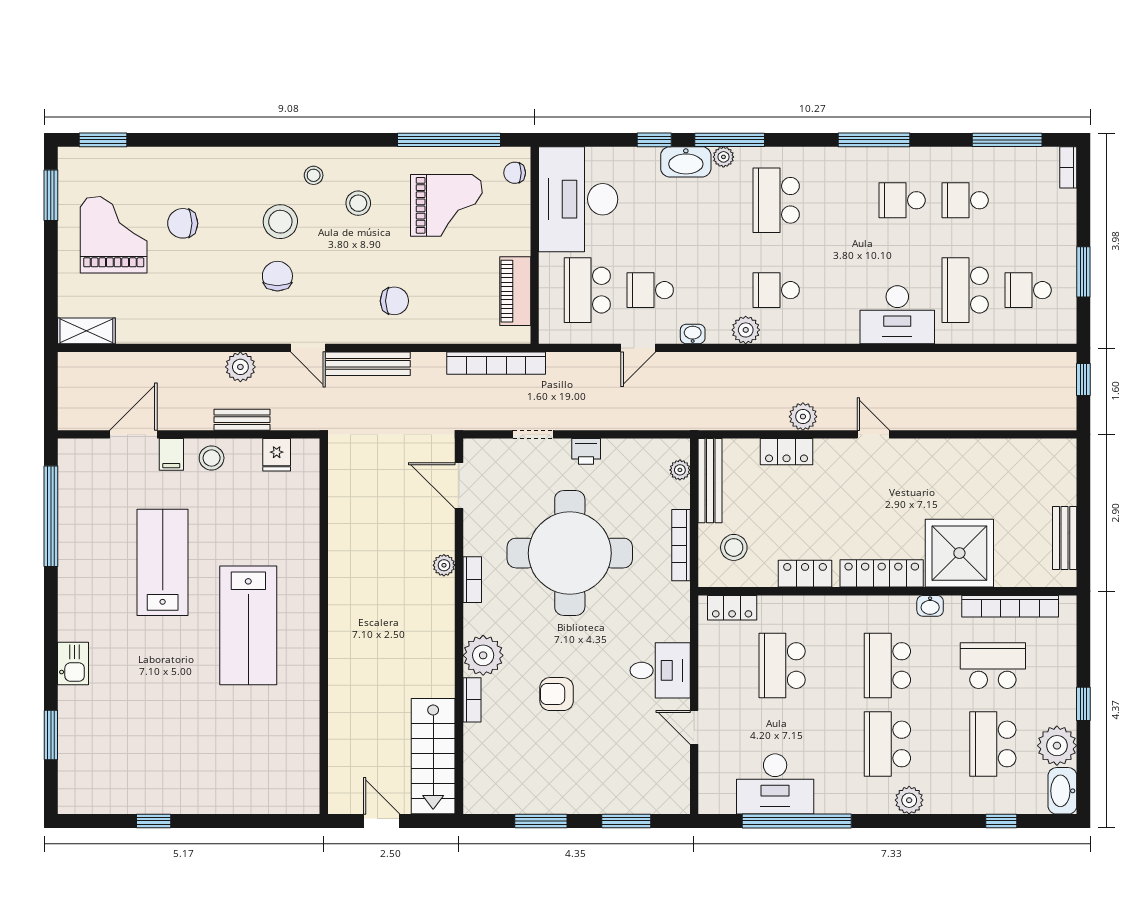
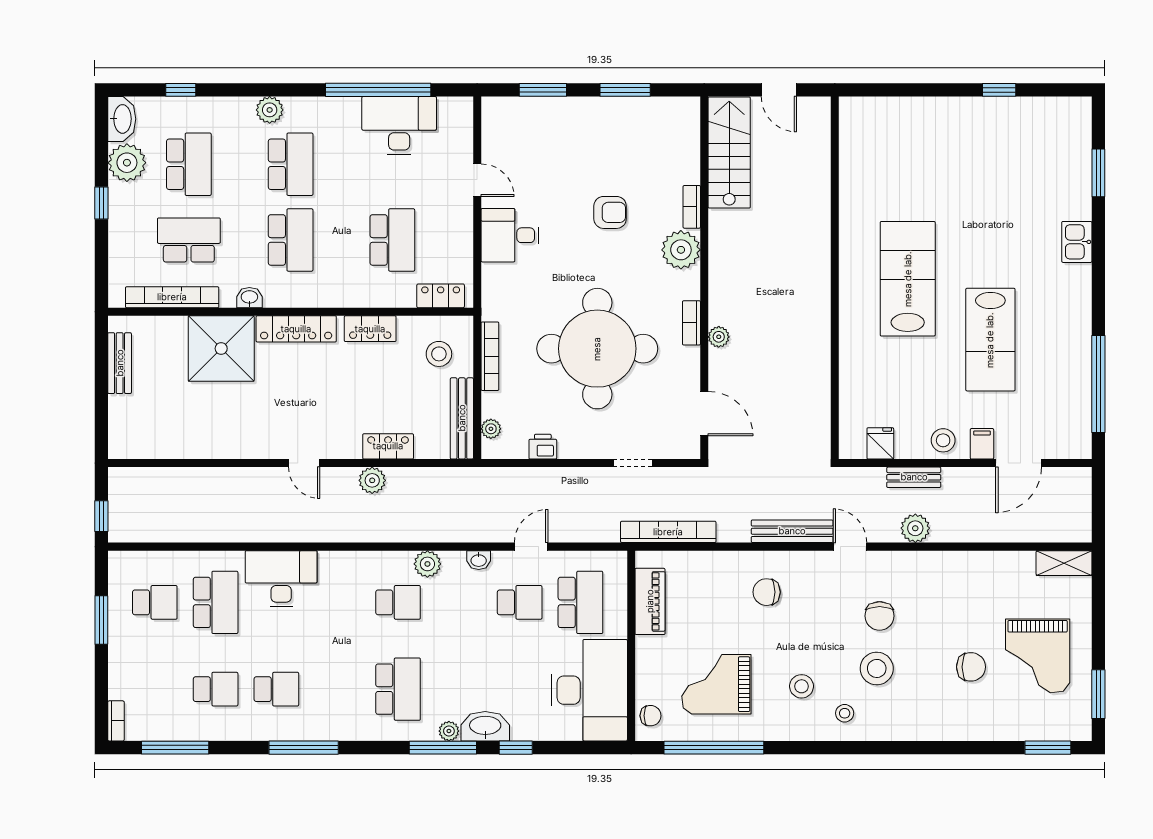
printer: (586, 451) -> (543, 447), moved
school desk: (993, 666) -> (189, 240), turned 180

